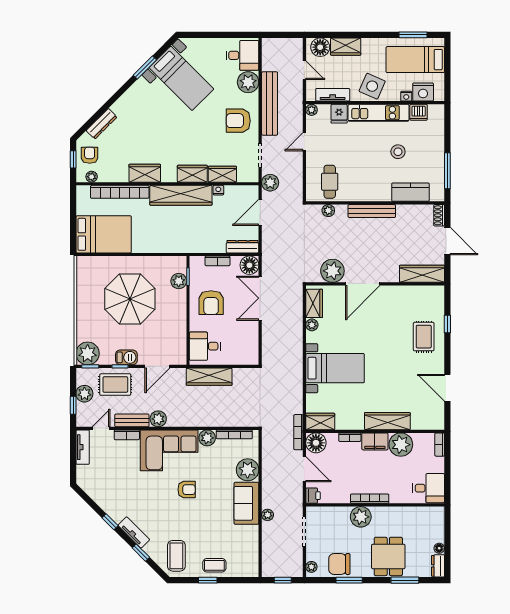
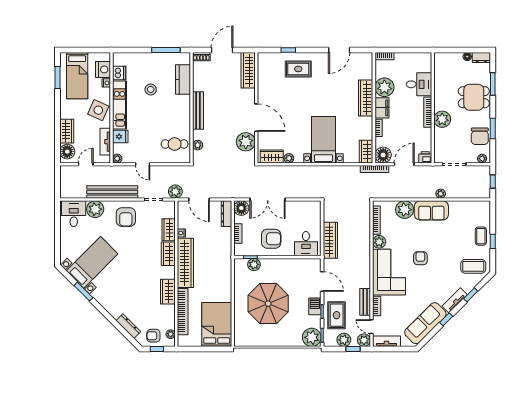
plant: (158, 419) -> (364, 340), moved
desk: (429, 488) -> (419, 84), moved, turned 90
sofa: (105, 496) -> (425, 323), added

